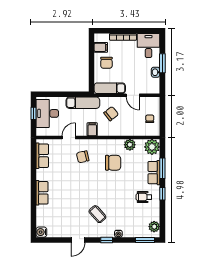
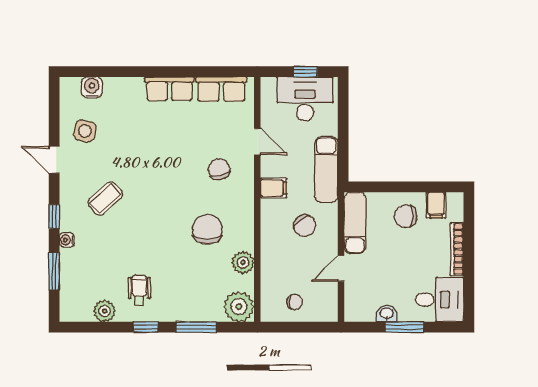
chair: (113, 163) -> (207, 229), turned 180
row of seats: (154, 173) -> (188, 310), removed
row of seats: (42, 193) -> (170, 89), moved
side table: (63, 225) -> (85, 131), added
plant: (154, 227) -> (104, 311), moved
water cooler: (41, 232) -> (92, 87), moved
window: (145, 240) -> (54, 271), moved

